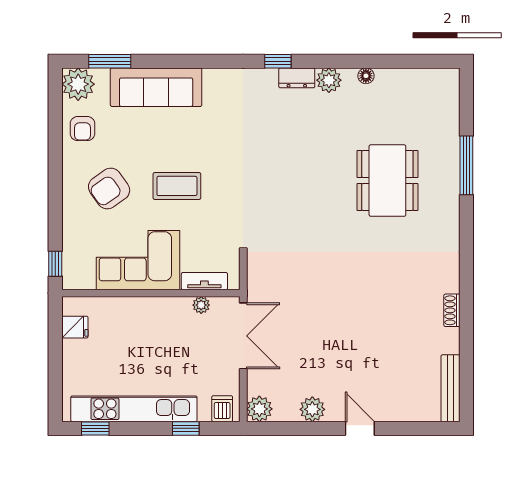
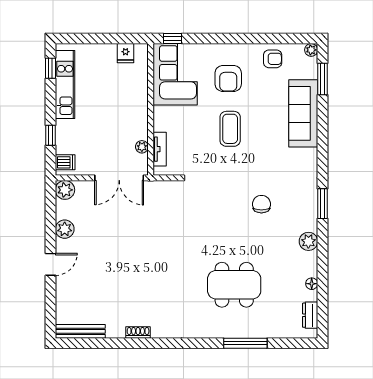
window: (278, 61) -> (323, 204), width x1.50
floor lamp: (366, 76) -> (312, 284), moved
dresser: (297, 78) -> (310, 315), moved
plant: (78, 84) -> (311, 50), width x0.53, depth x0.53
armchair: (82, 129) -> (273, 59), turned 180
chair: (279, 144) -> (261, 204), added
armchair: (109, 188) -> (228, 78), turned -145
corner sofa: (138, 260) -> (175, 74), moved
kitchen unit: (134, 409) -> (65, 84), width x0.73

